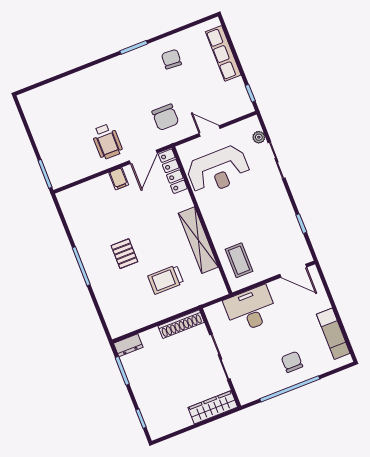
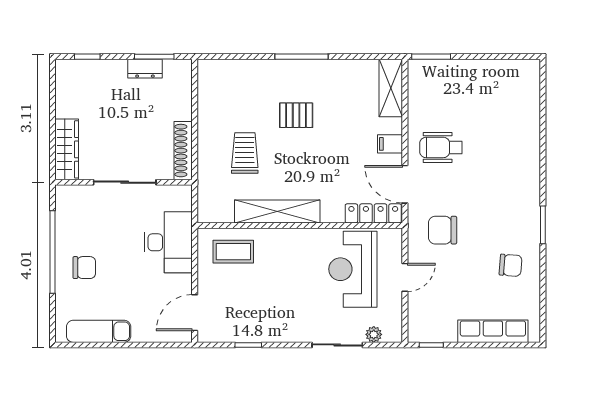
shelving: (79, 194) -> (391, 88), added
dresser: (128, 345) -> (145, 69), moved, turned -90

